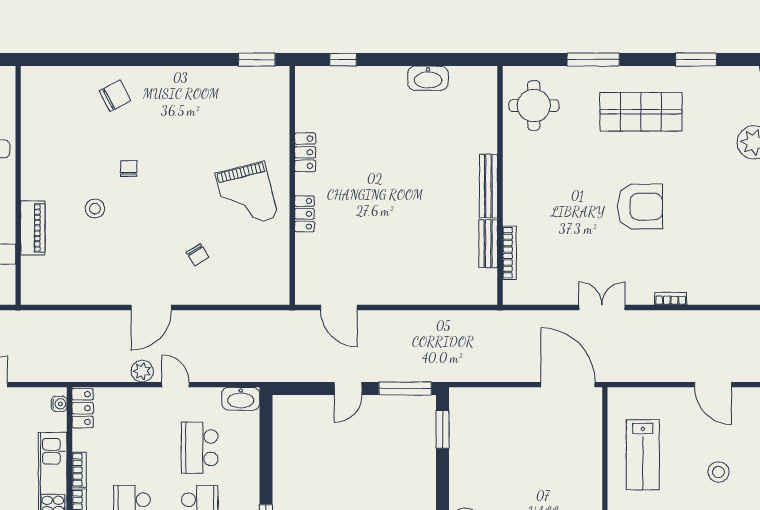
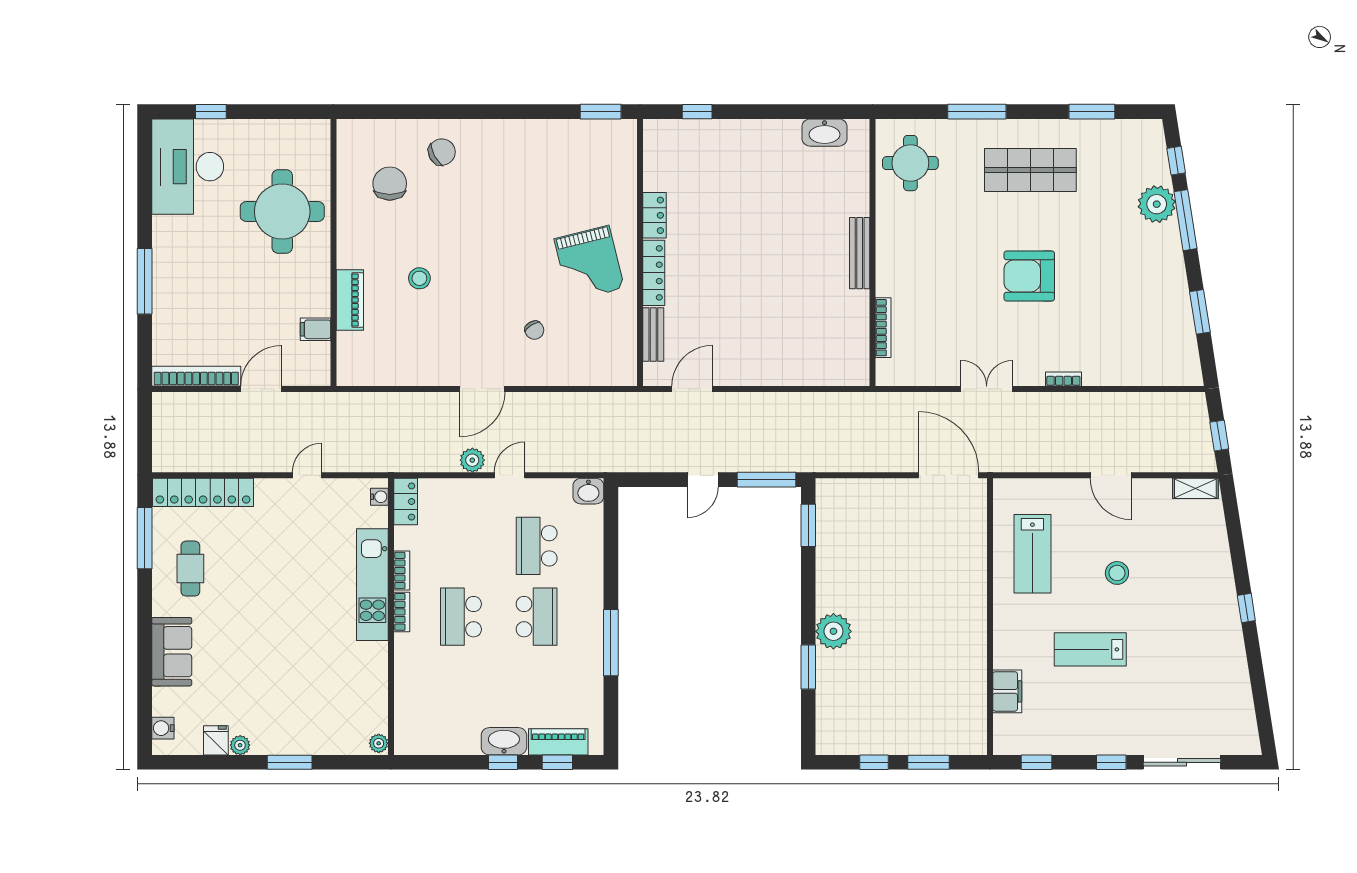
washbasin: (428, 78) -> (824, 133), moved
chair: (129, 169) -> (390, 184), moved, width x1.87, depth x1.87
armchair: (640, 207) -> (1029, 276), turned 180
locker: (304, 214) -> (654, 273), width x1.53
bench: (488, 244) -> (653, 334), moved
door: (339, 308) -> (692, 389), swing flipped
door: (175, 385) -> (510, 475), hinge flipped
washbasin: (241, 399) -> (588, 491), width x0.72

